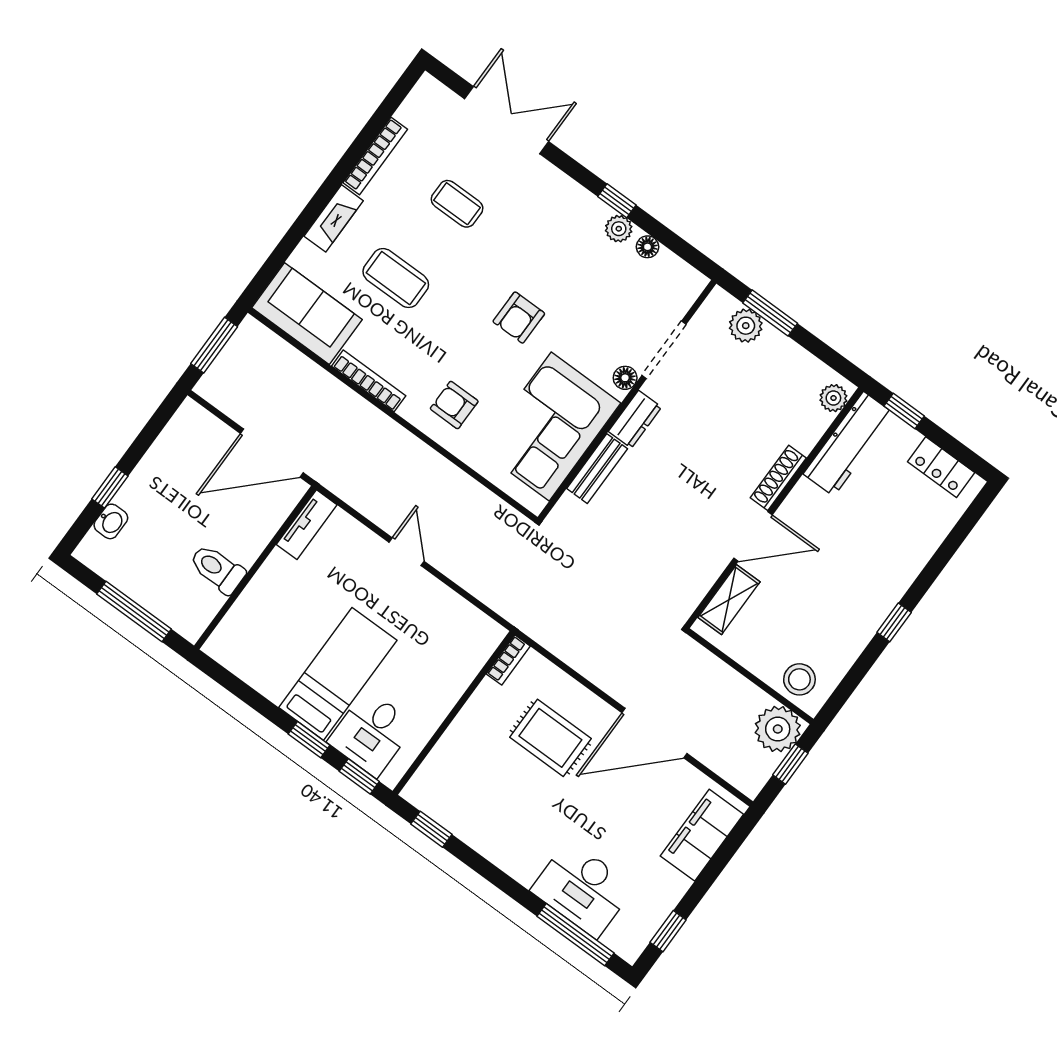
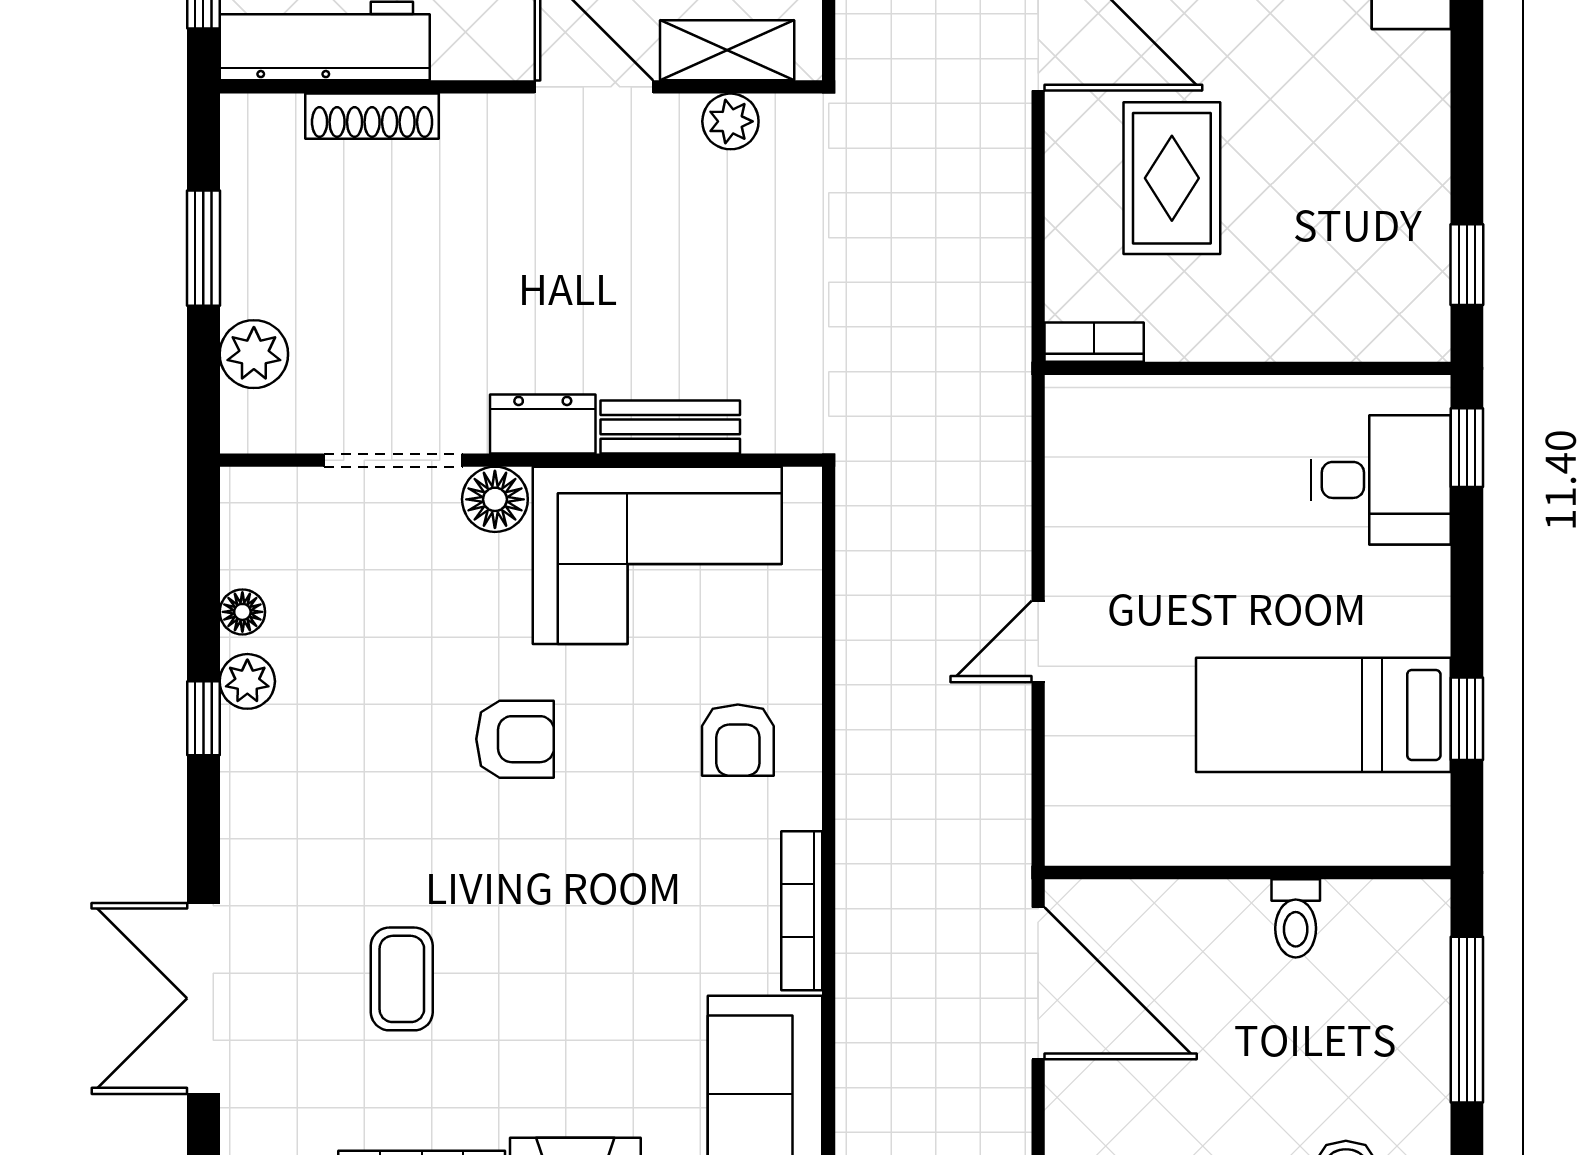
coffee table: (396, 278) -> (599, 990), removed
window: (770, 313) -> (203, 248), moved
floor lamp: (625, 378) -> (495, 499), width x1.37, depth x1.37
plant: (833, 398) -> (730, 121), moved
shoe rack: (778, 478) -> (372, 116), moved
tv unit: (307, 525) -> (1114, 839), removed
toilet: (217, 569) -> (1296, 918), width x0.73, depth x0.72
bed: (338, 674) -> (1323, 715), moved
window: (309, 740) -> (1467, 719), moved

